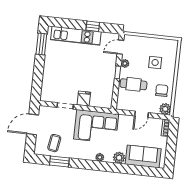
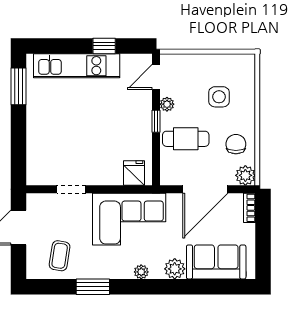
fridge: (84, 99) -> (134, 173), moved
door: (141, 114) -> (205, 189), width x1.87
window: (59, 161) -> (93, 287), moved

